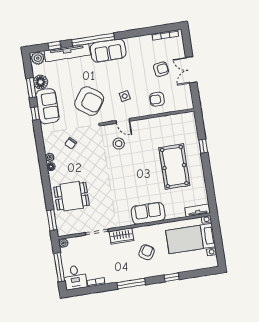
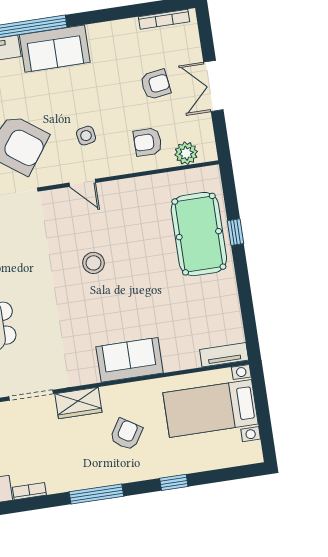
plant: (177, 105) -> (186, 153), added
stool: (119, 144) -> (93, 263), moved
pool table: (174, 167) -> (199, 234), moved

